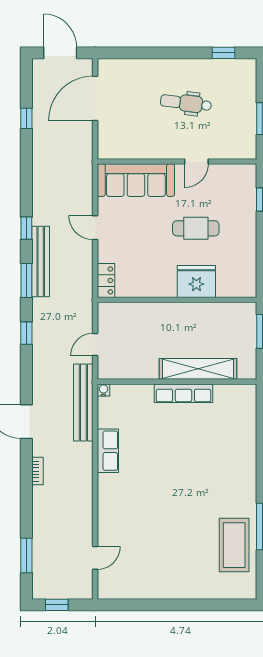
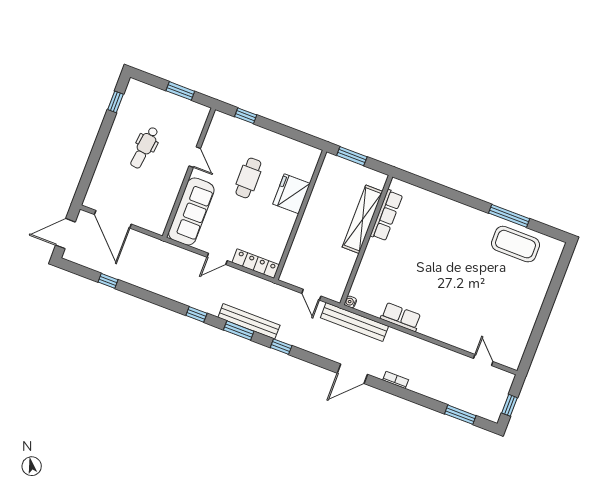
bench: (41, 262) -> (249, 321), moved
locker: (106, 280) -> (256, 264), width x1.53
row of seats: (184, 393) -> (386, 215), moved

